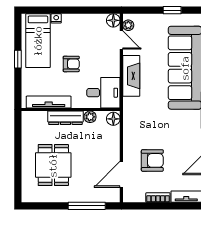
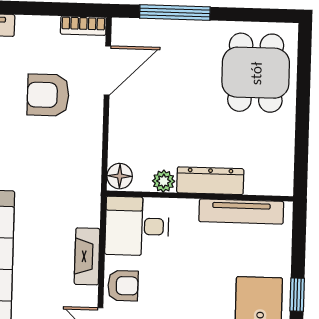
armchair: (71, 64) -> (123, 286), moved, turned 180
fireplace: (131, 76) -> (87, 256), width x0.73, depth x0.76
dining table: (53, 165) -> (256, 73), moved
bookcase: (158, 198) -> (83, 26), moved

